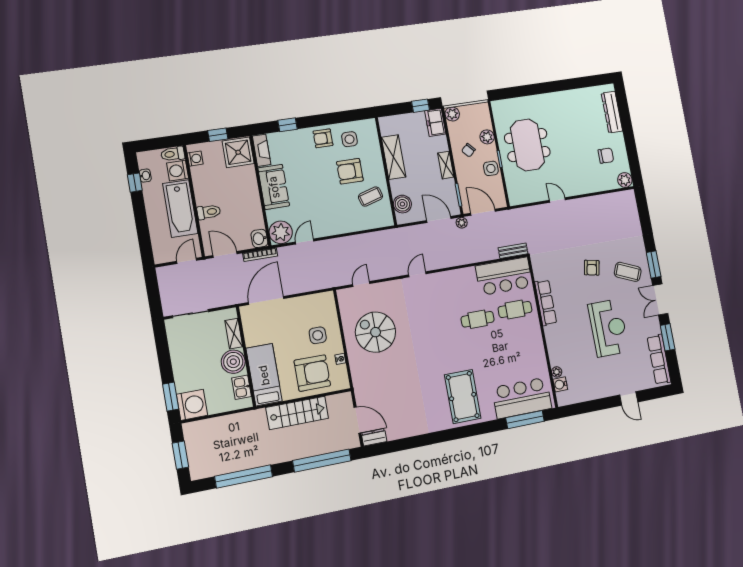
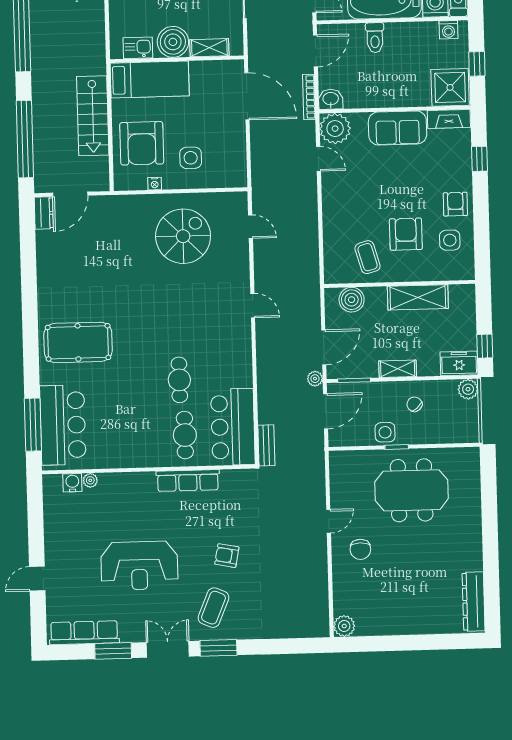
dresser: (612, 112) -> (474, 601), moved, turned -90
plant: (487, 137) -> (430, 434), removed
chair: (606, 156) -> (360, 549), moved

